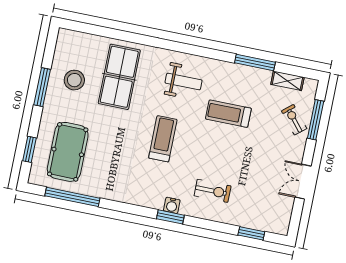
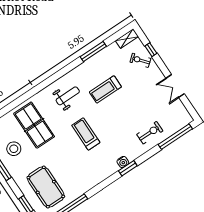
shelving: (287, 81) -> (127, 39), moved
window: (316, 120) -> (151, 50), width x0.46
exercise bike: (213, 191) -> (150, 133), moved
window: (251, 233) -> (175, 137), width x2.11

